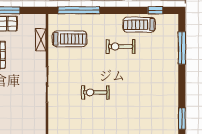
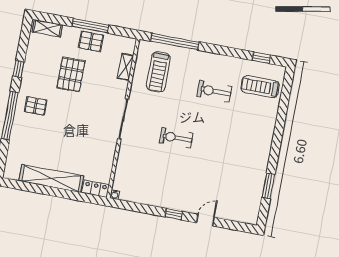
treadmill: (139, 25) -> (260, 87), moved
treadmill: (70, 39) -> (158, 72), turned 90
window: (182, 48) -> (283, 106), removed

